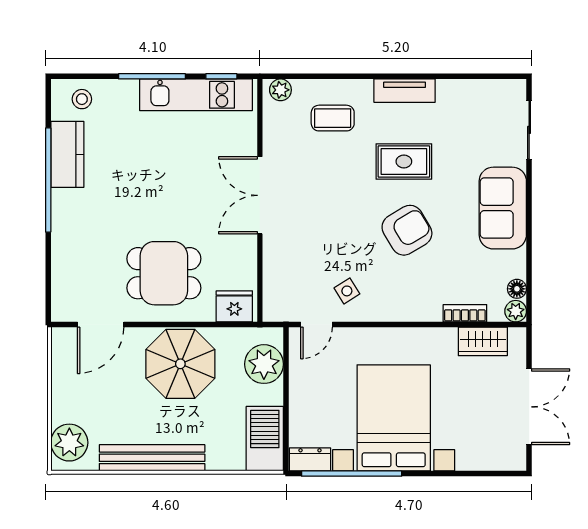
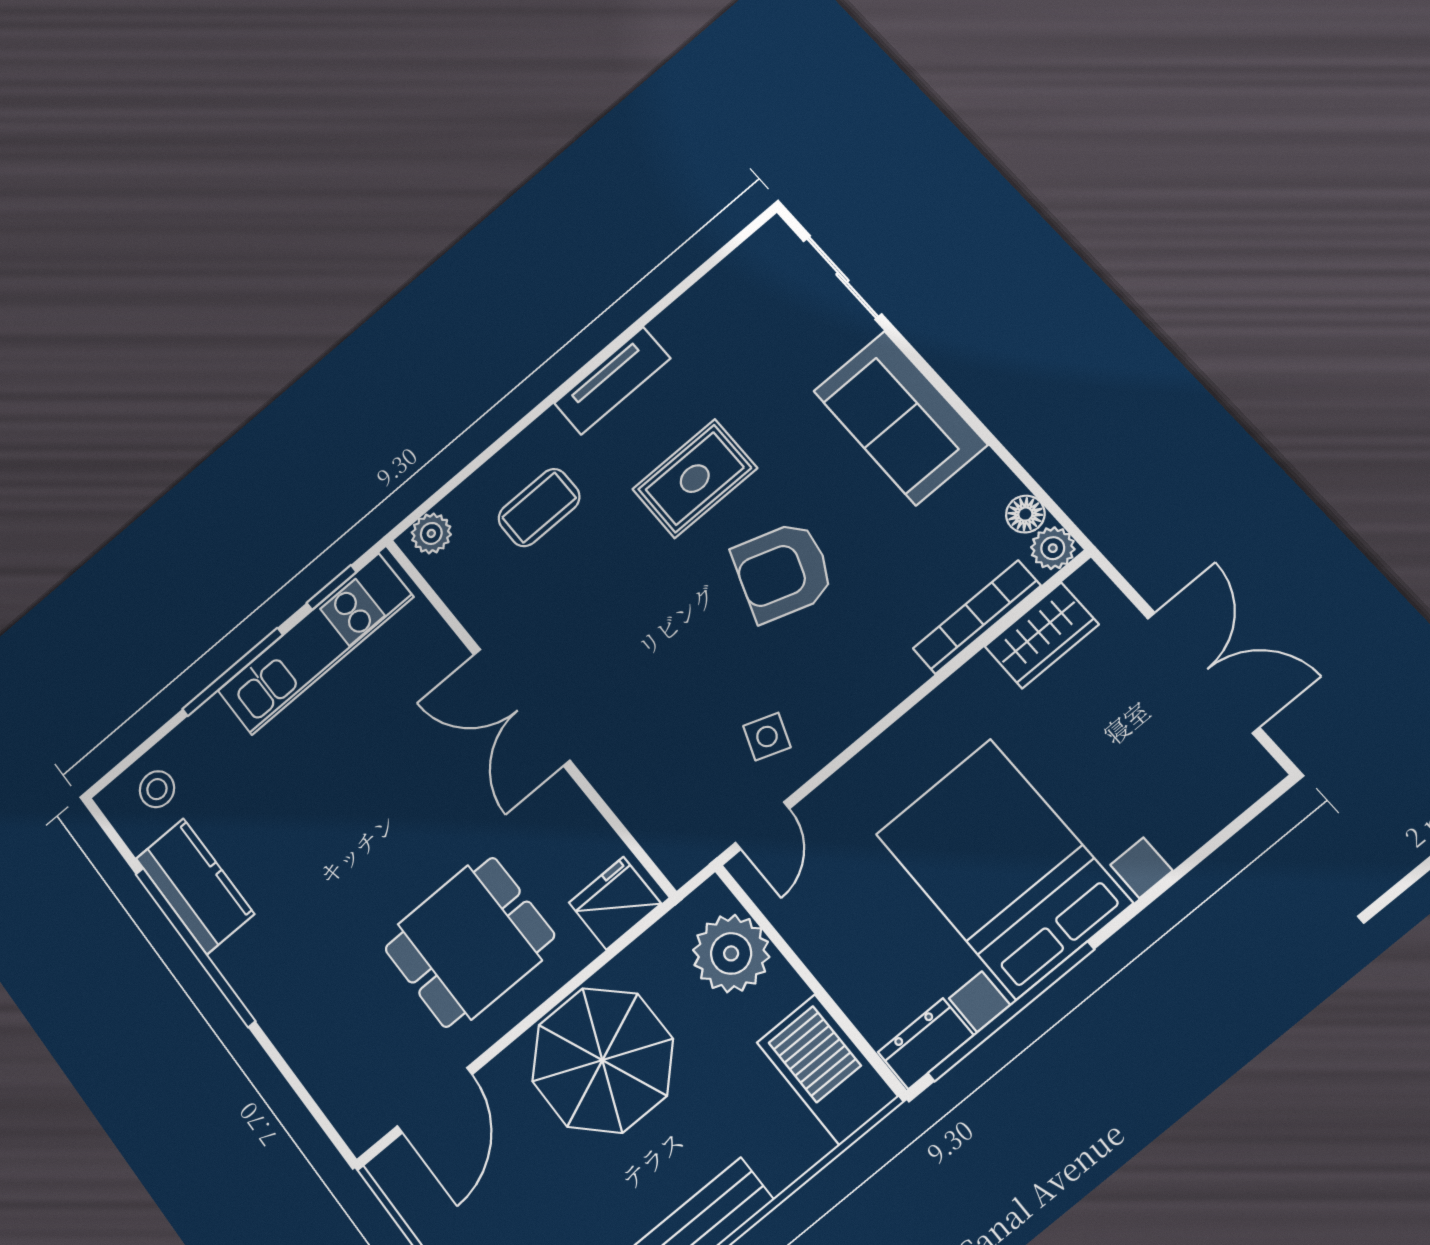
armchair: (407, 230) -> (783, 571), turned -130
side table: (347, 291) -> (767, 737), turned -38
bookcase: (465, 313) -> (977, 617), width x1.56

